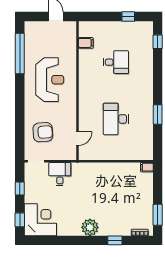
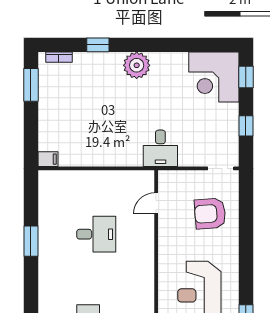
desk: (116, 119) -> (96, 234), width x0.73
desk: (60, 174) -> (160, 148), moved

